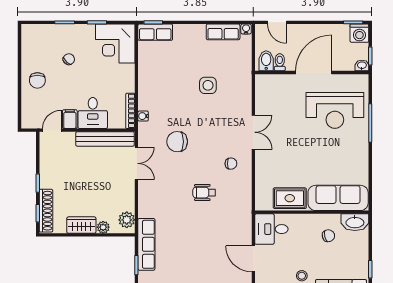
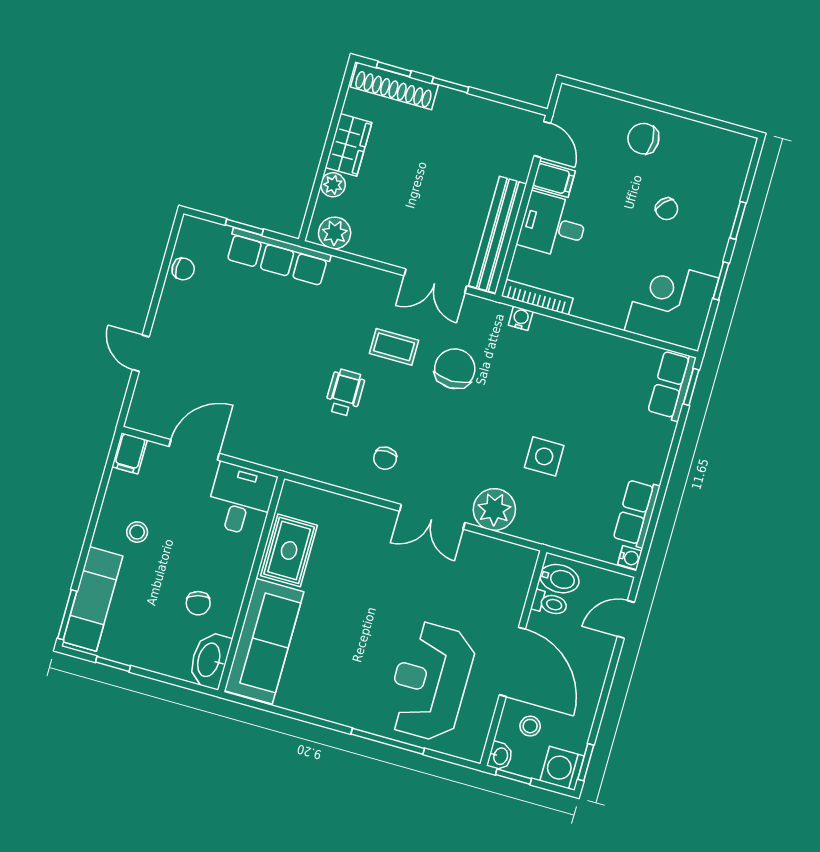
stool: (343, 55) -> (530, 726), added
plant: (241, 103) -> (494, 509), added
coffee table: (175, 175) -> (394, 347), added

